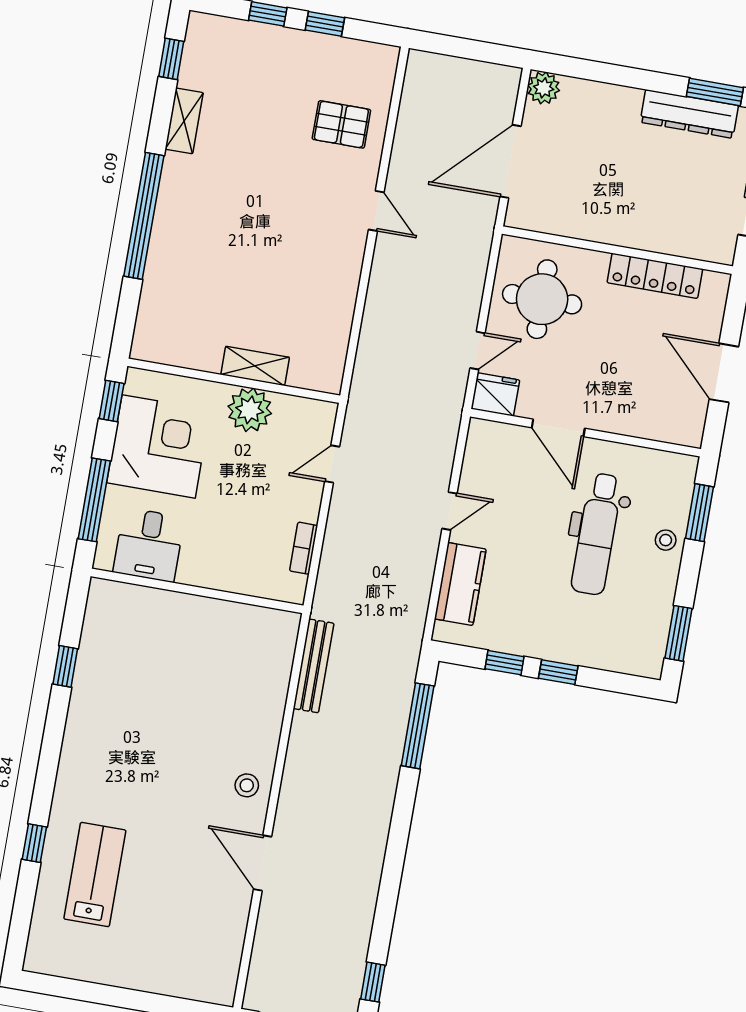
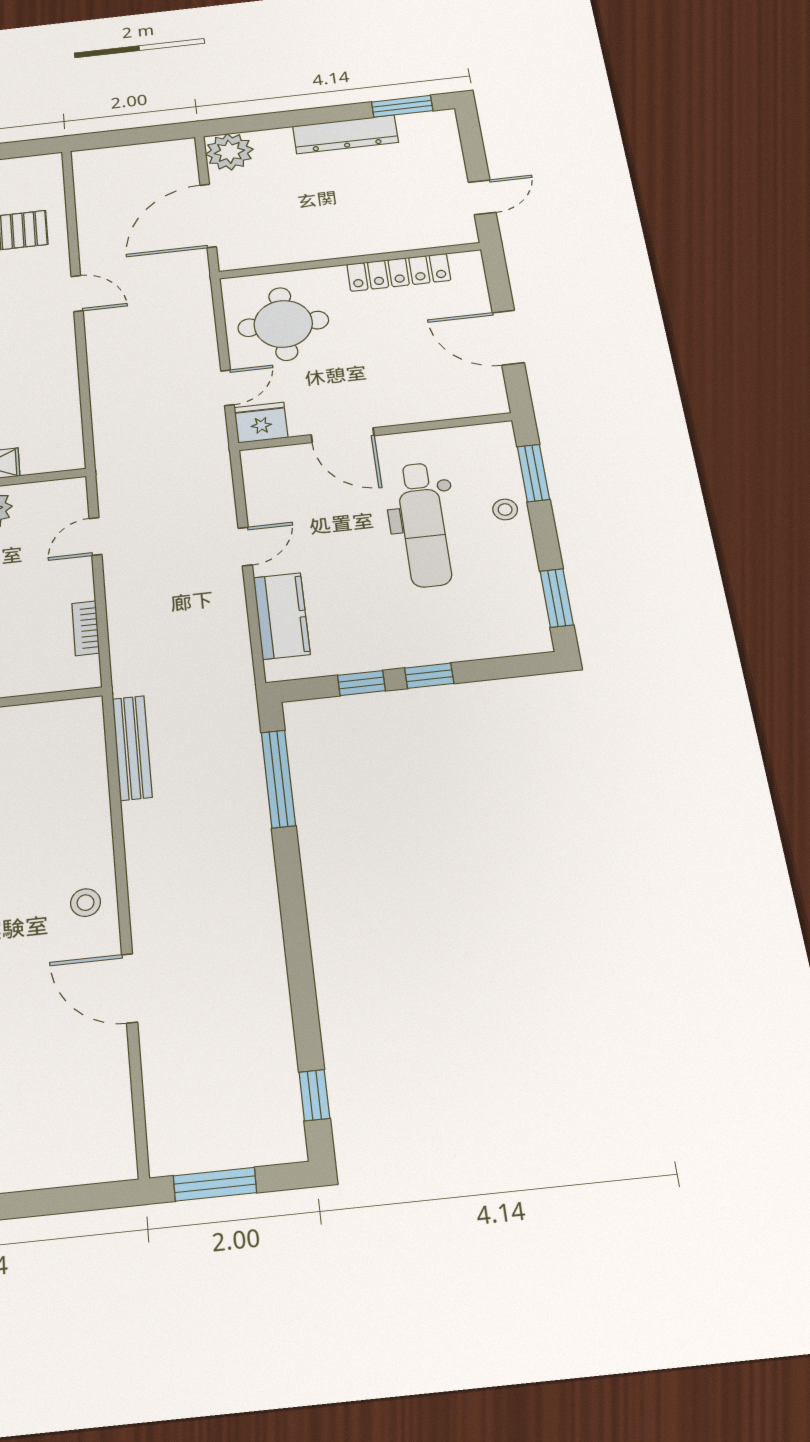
plant: (544, 88) -> (229, 152), width x1.36, depth x1.36
dresser: (689, 114) -> (346, 134), moved

